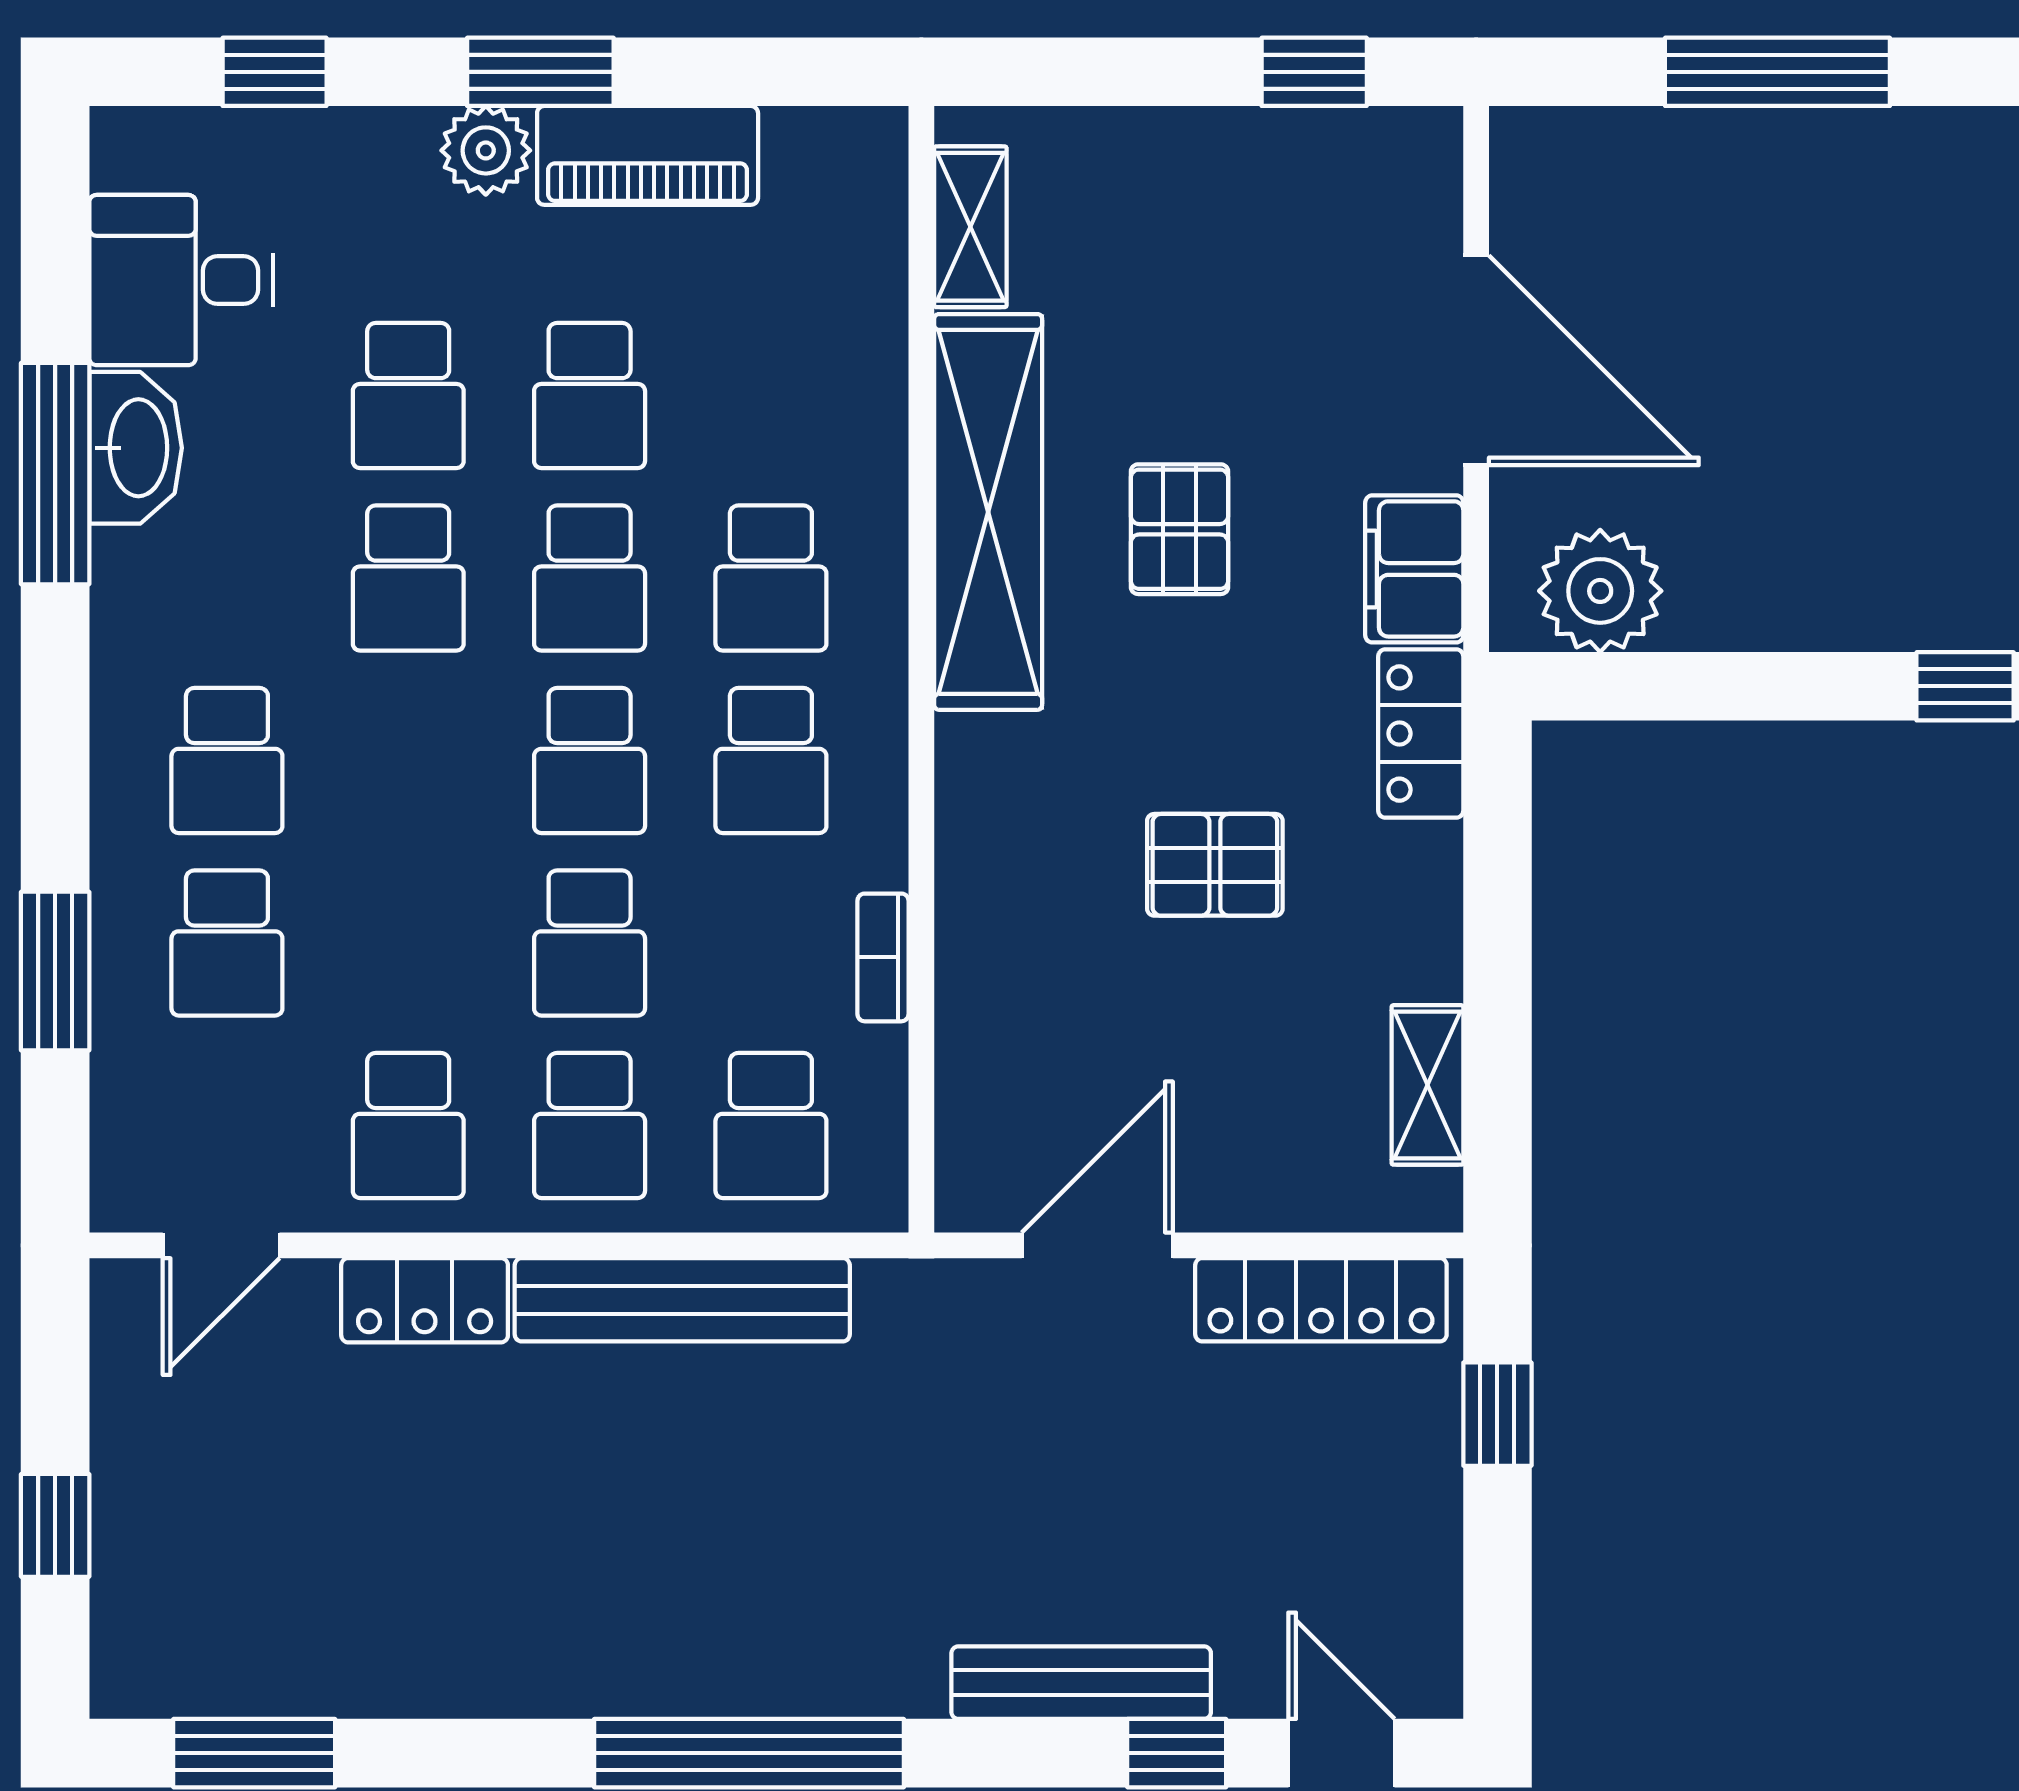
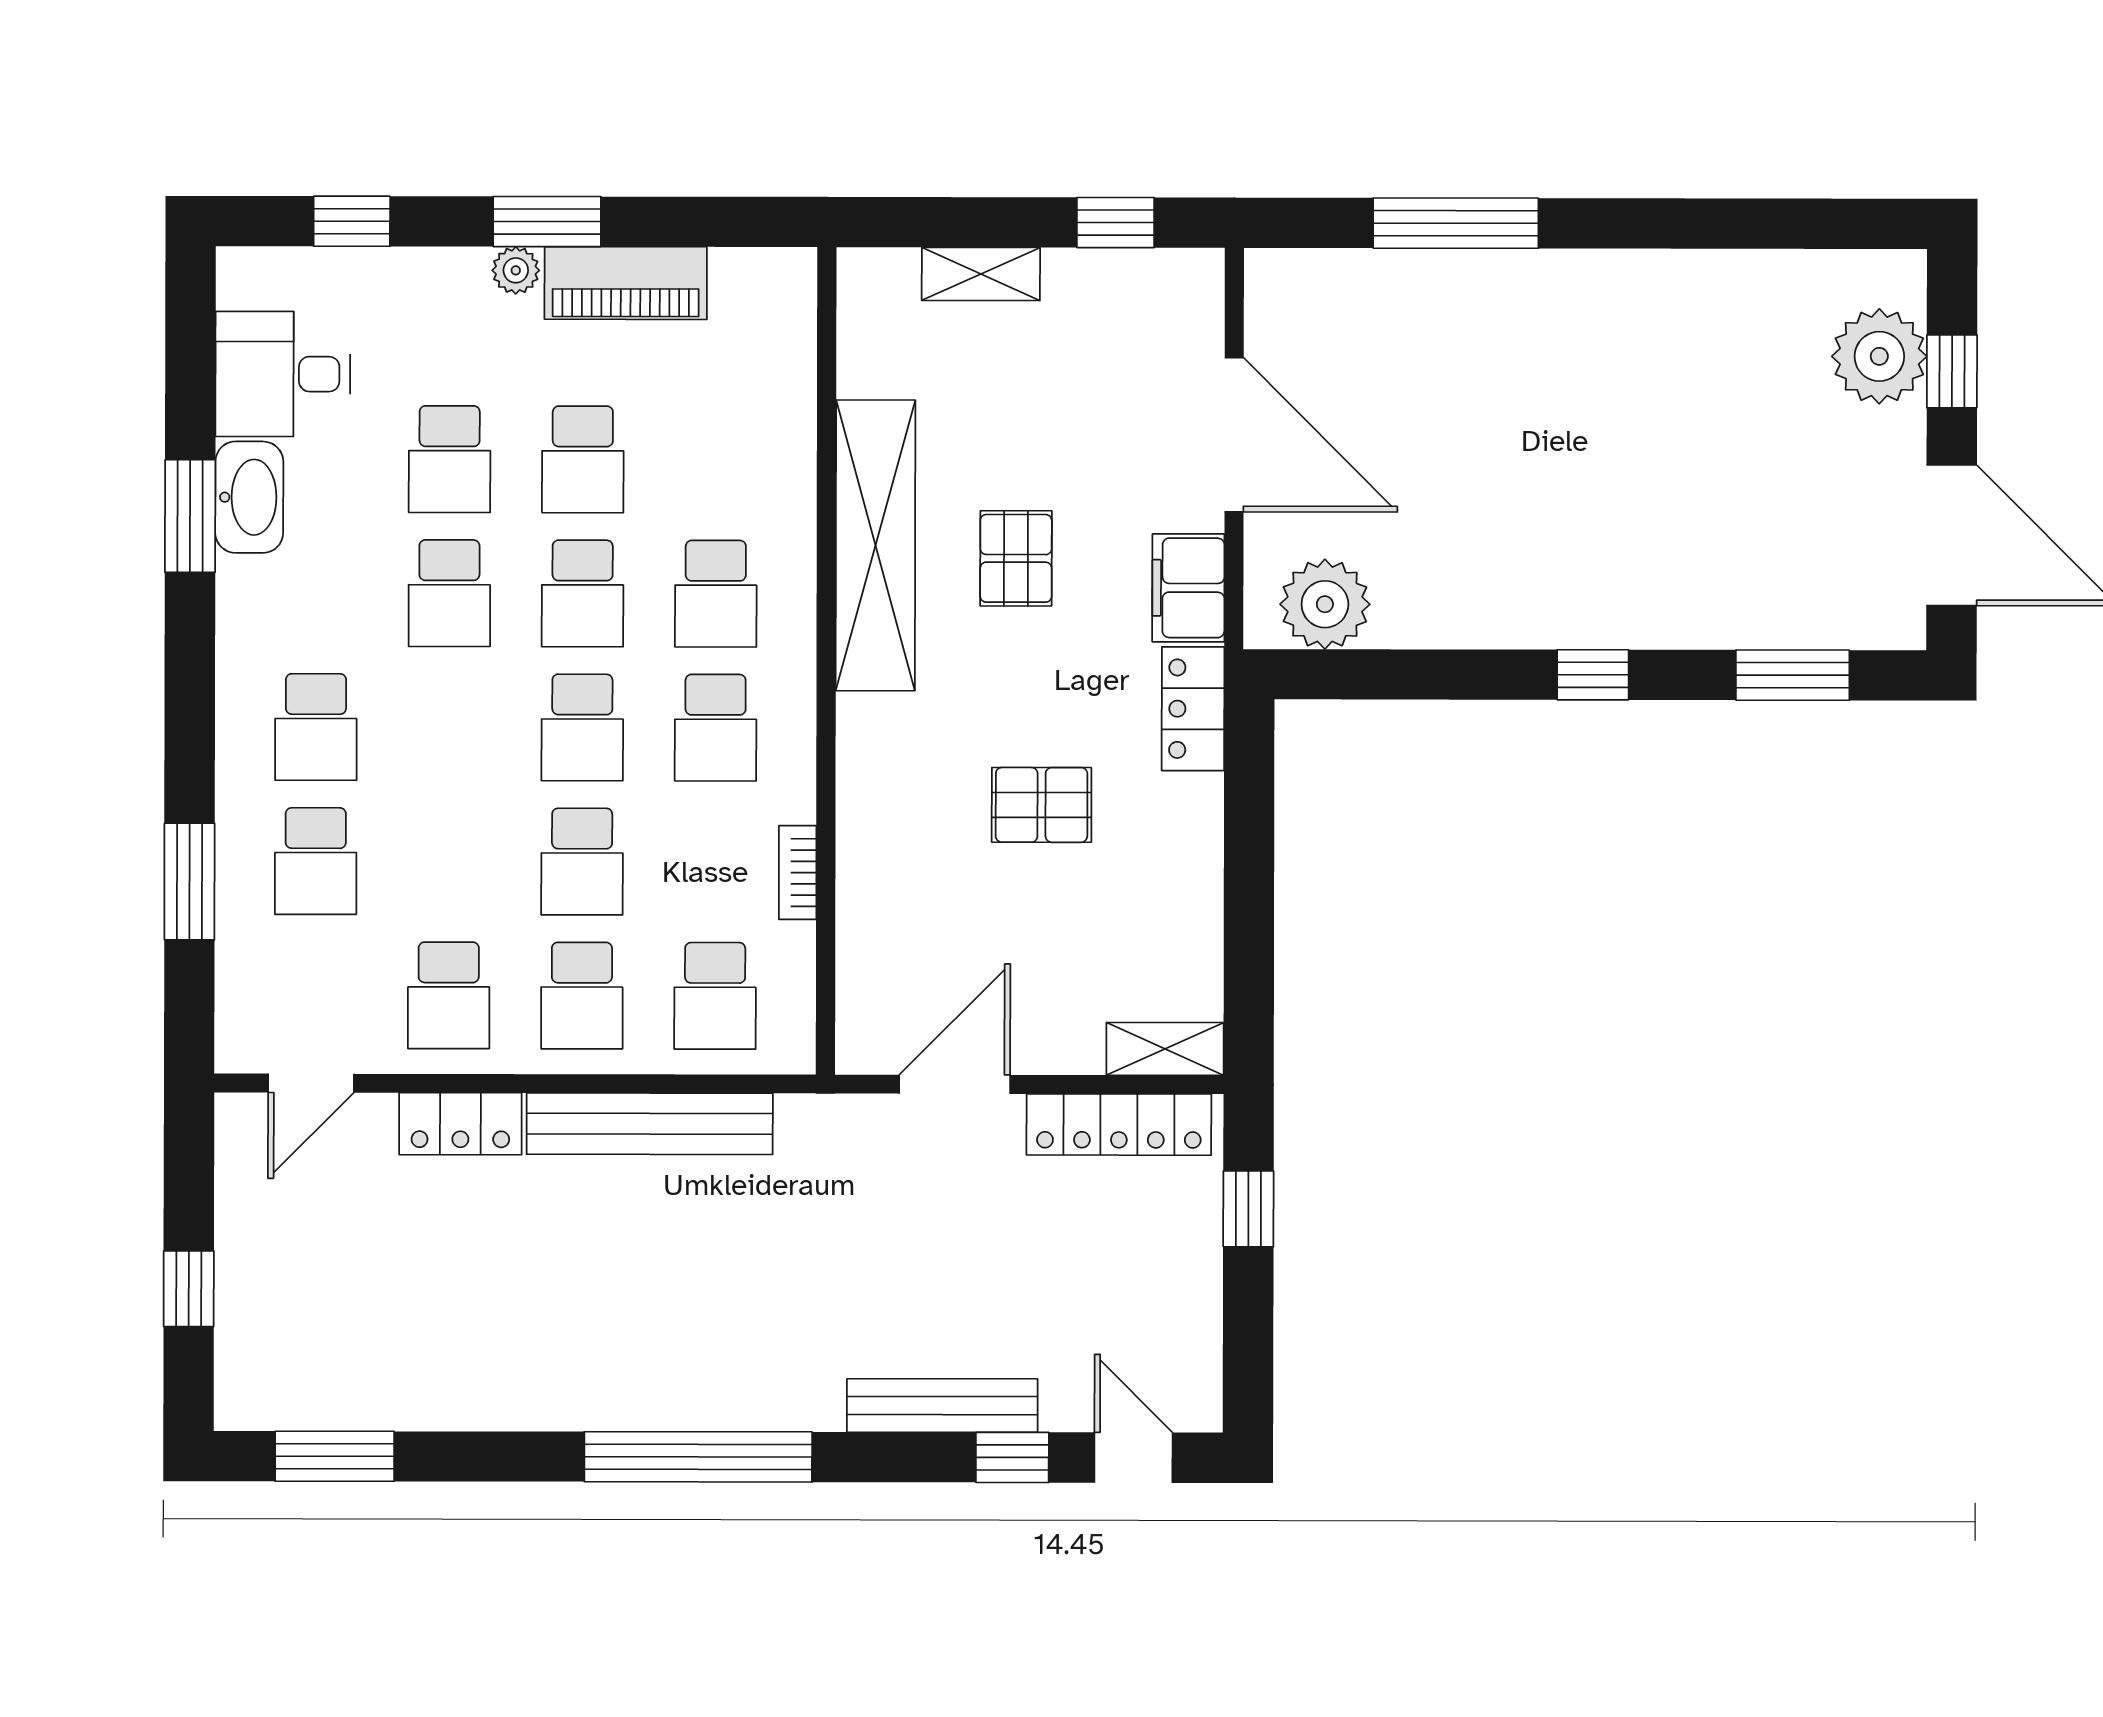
plant: (486, 150) -> (516, 270), width x0.73, depth x0.73
shelving: (970, 227) -> (981, 274), moved, turned 90
window: (55, 474) -> (190, 516), width x0.69
shelving: (1427, 1085) -> (1165, 1049), moved, turned 90

